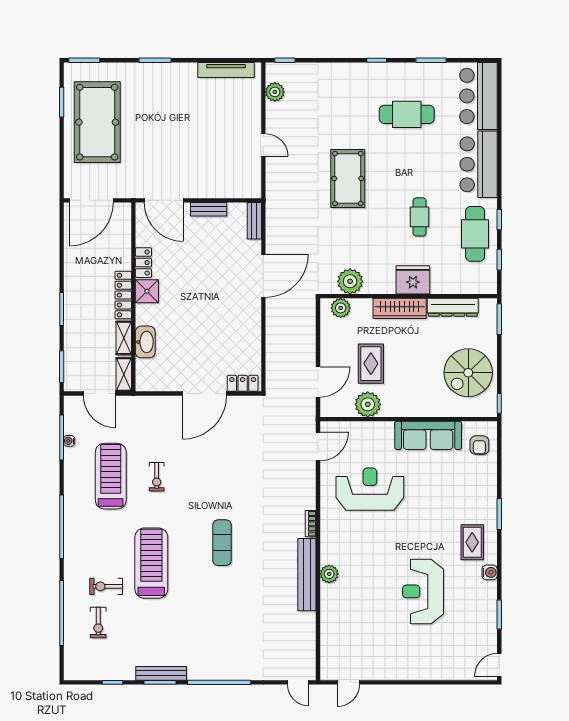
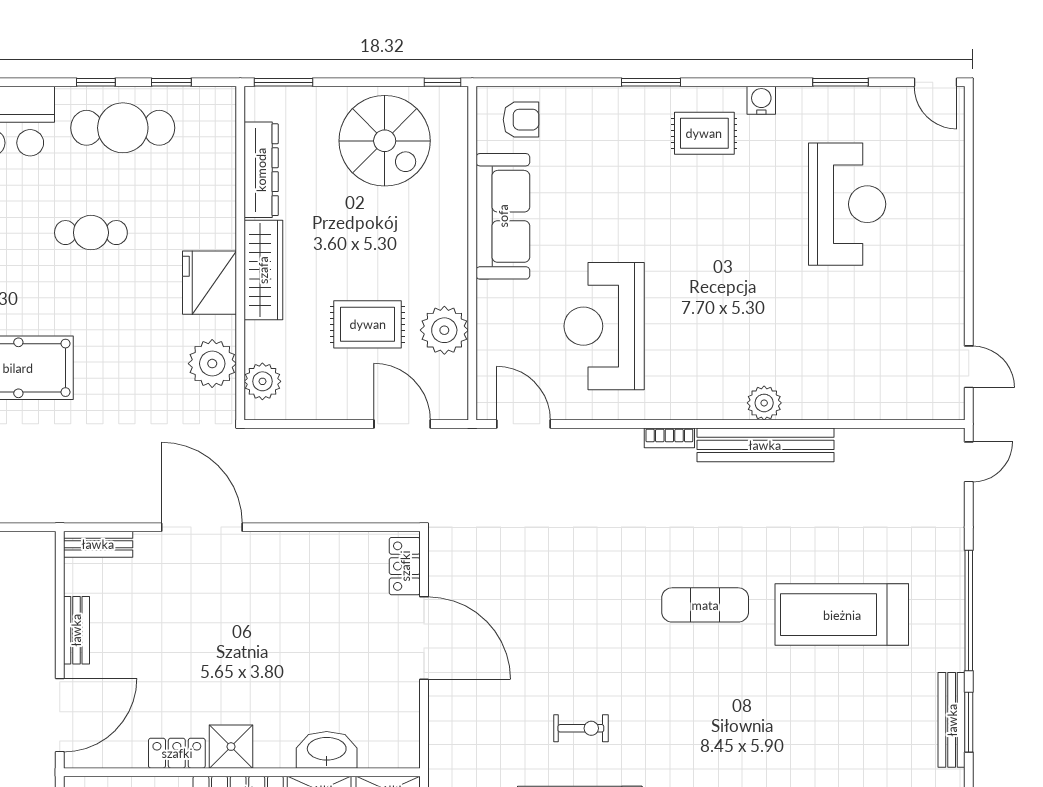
fridge: (413, 280) -> (209, 283), moved
treadmill: (151, 563) -> (842, 615), moved
reception desk: (423, 591) -> (847, 204), moved, turned -90

